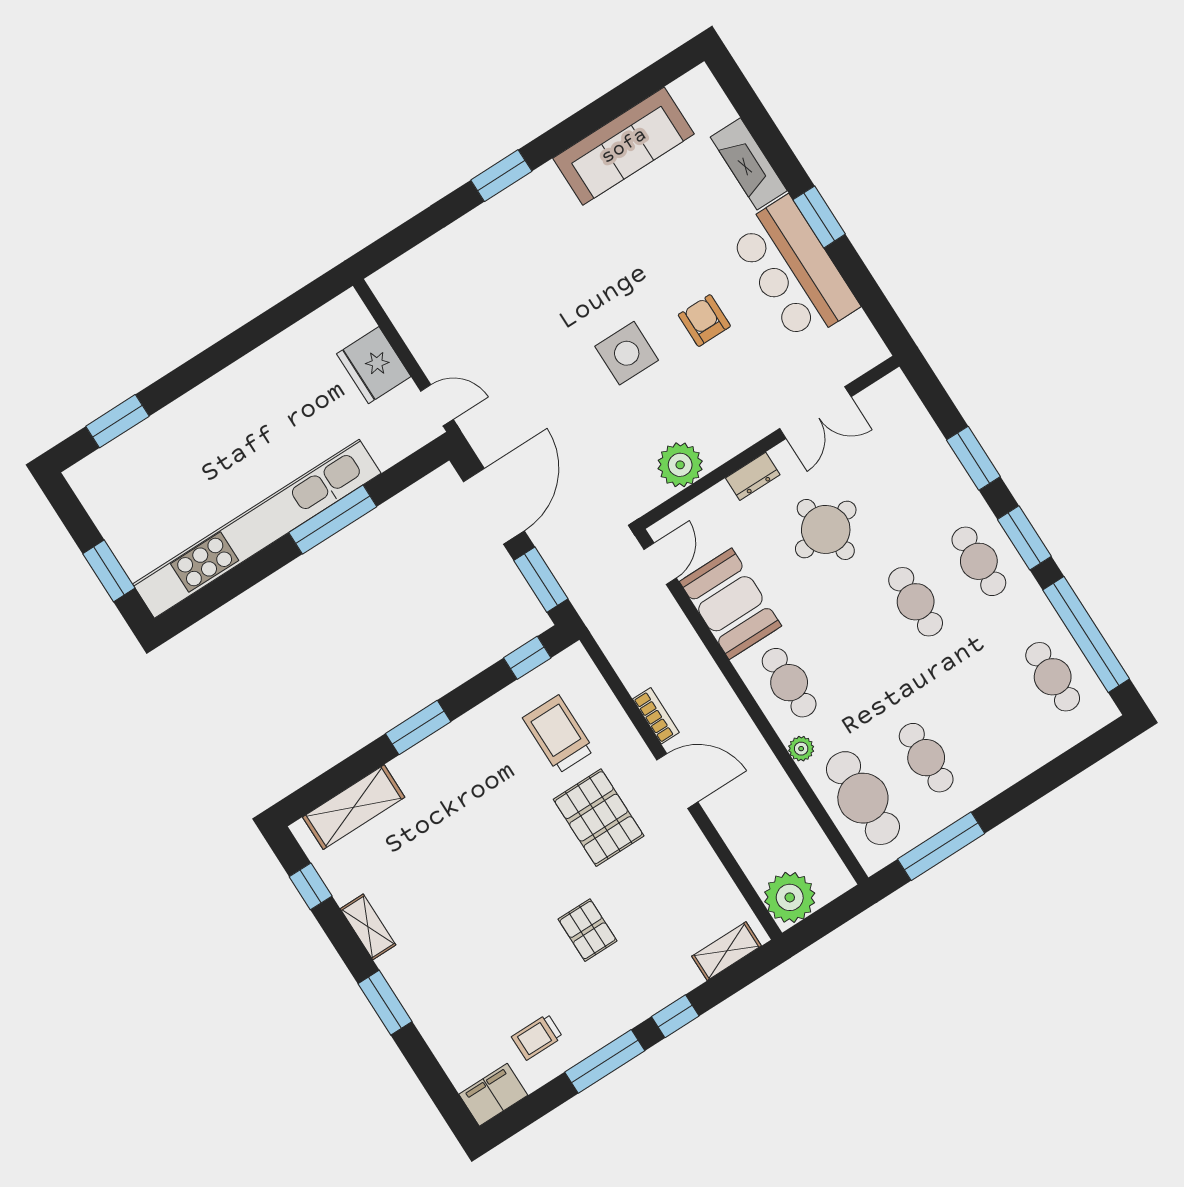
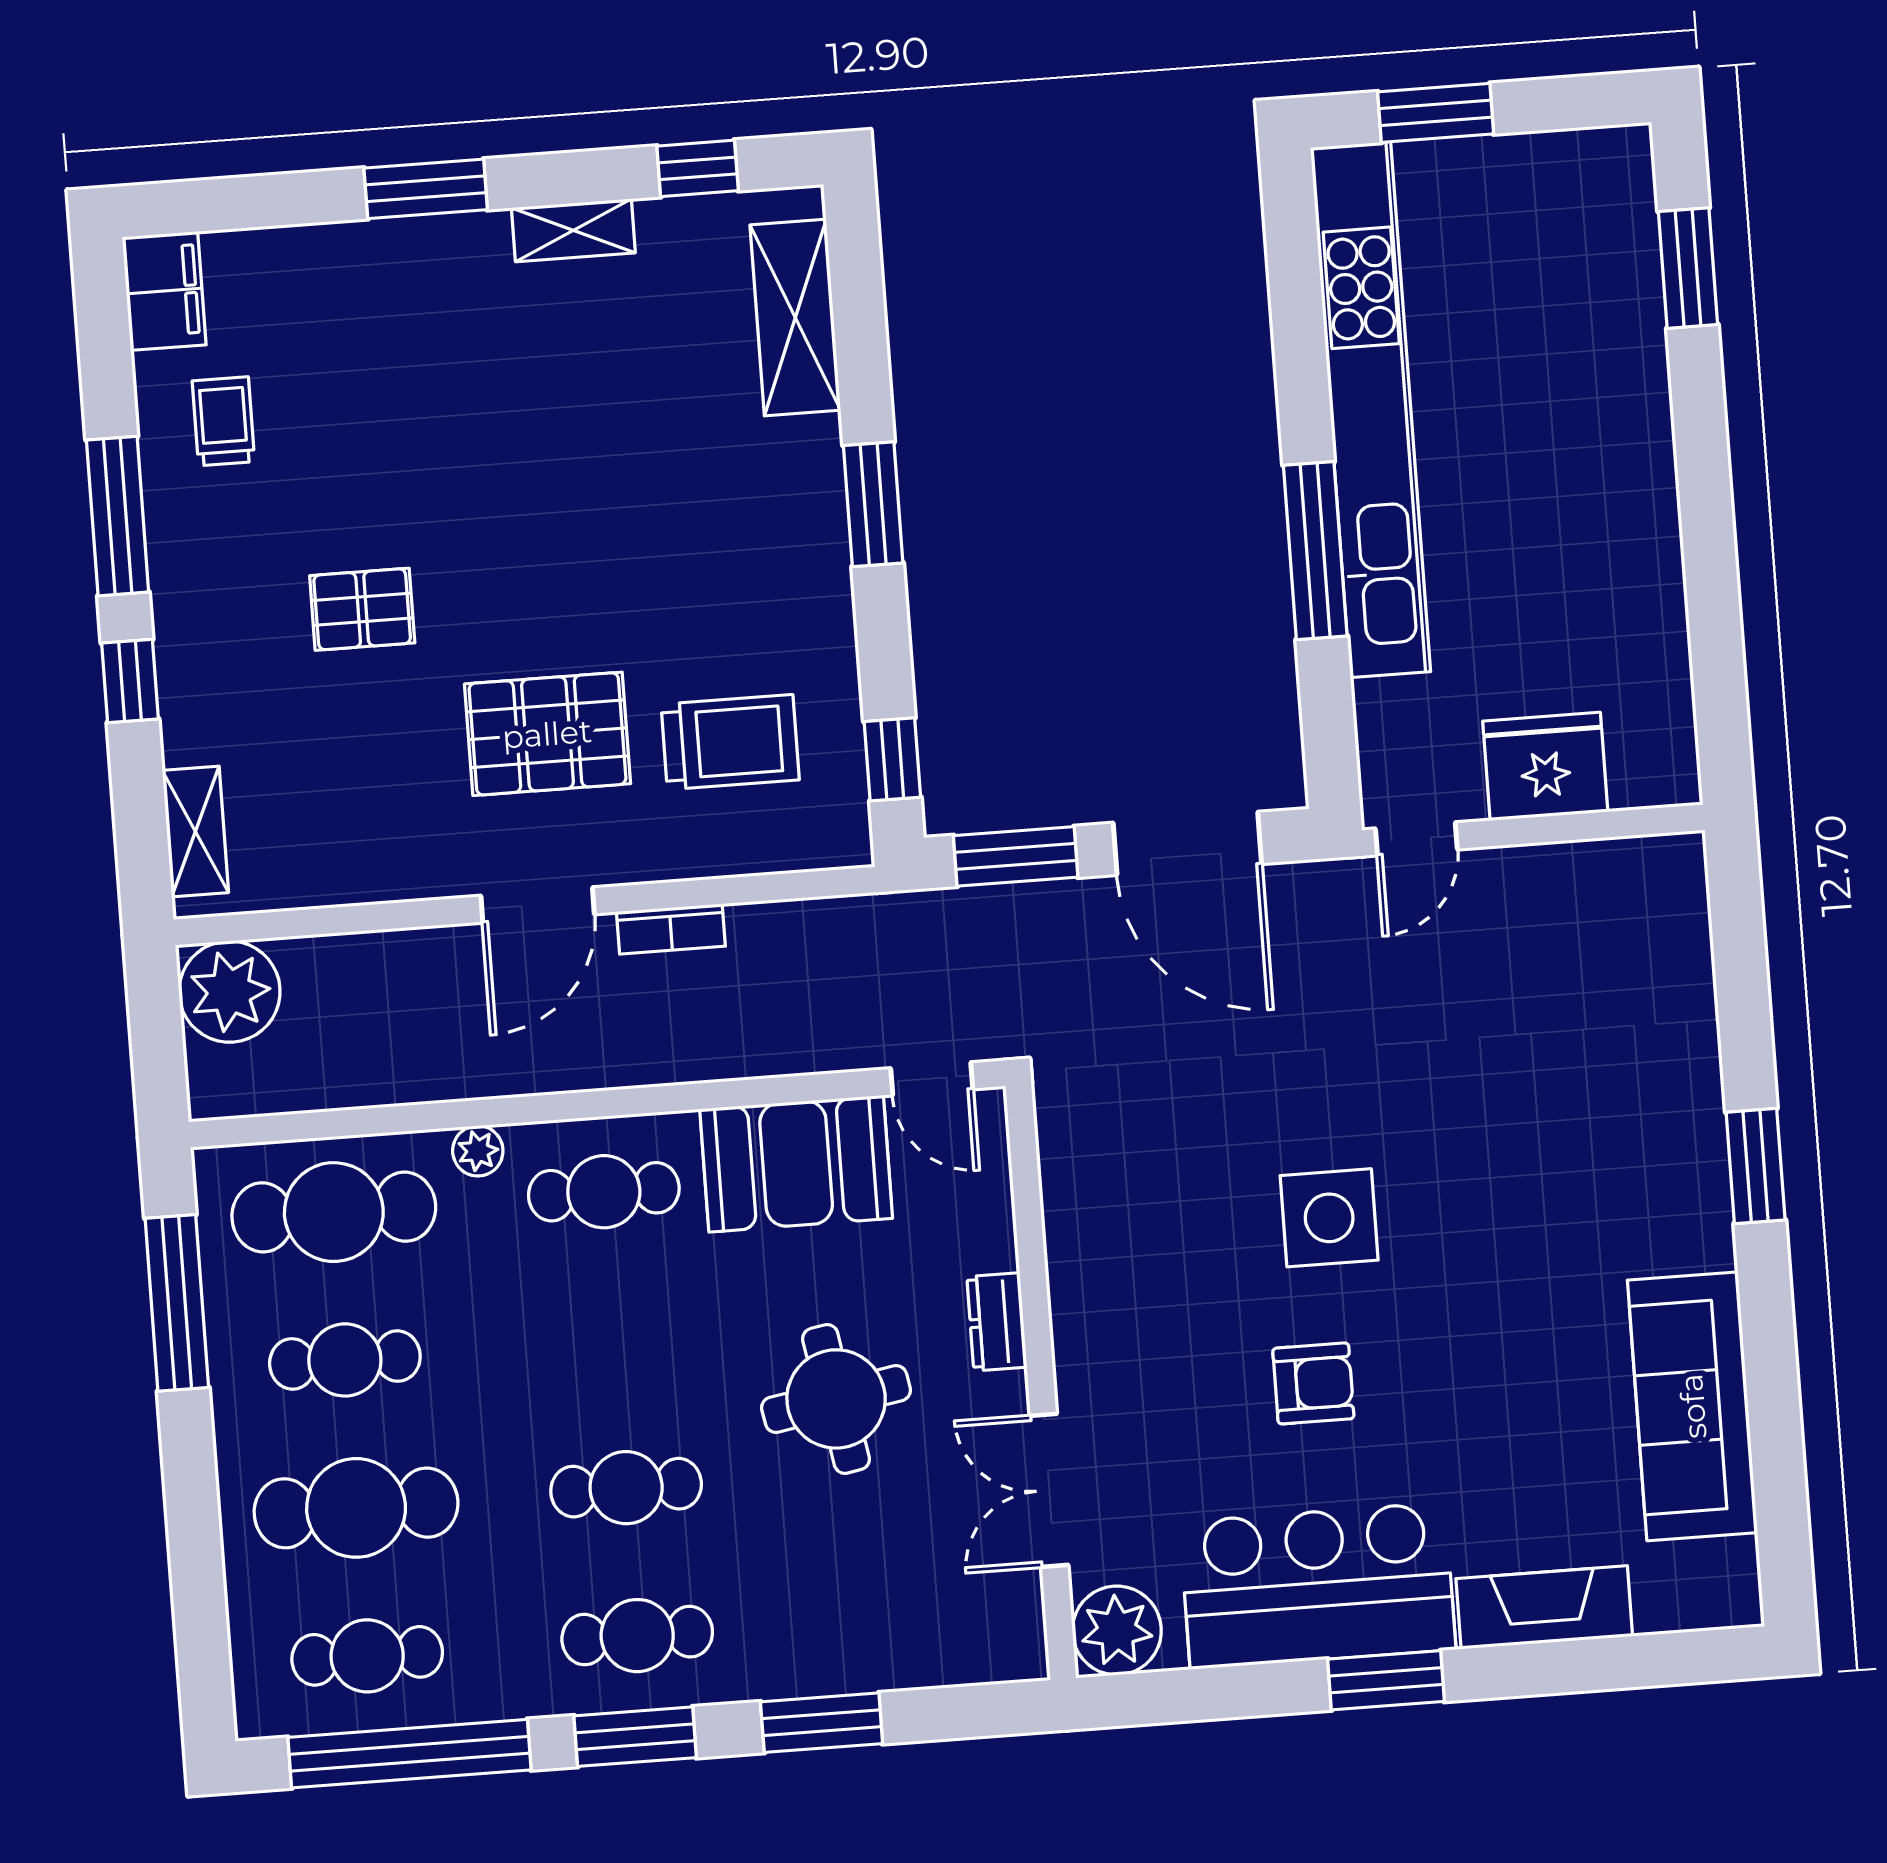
plant: (680, 465) -> (1117, 1630), moved
cafe table: (989, 717) -> (356, 1508), added

